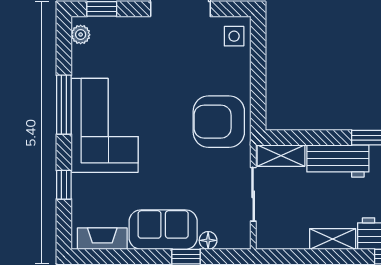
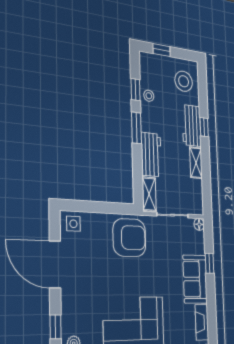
armchair: (219, 122) -> (129, 238), turned -90
floor lamp: (208, 240) -> (199, 224), moved

